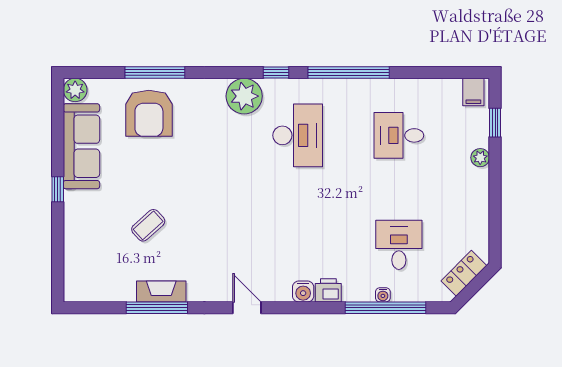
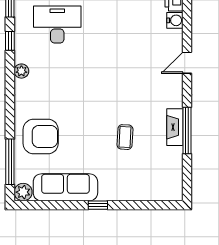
window: (155, 73) -> (10, 162), moved
plant: (244, 96) -> (21, 71), width x0.53, depth x0.53
coffee table: (148, 225) -> (125, 137), turned 45

